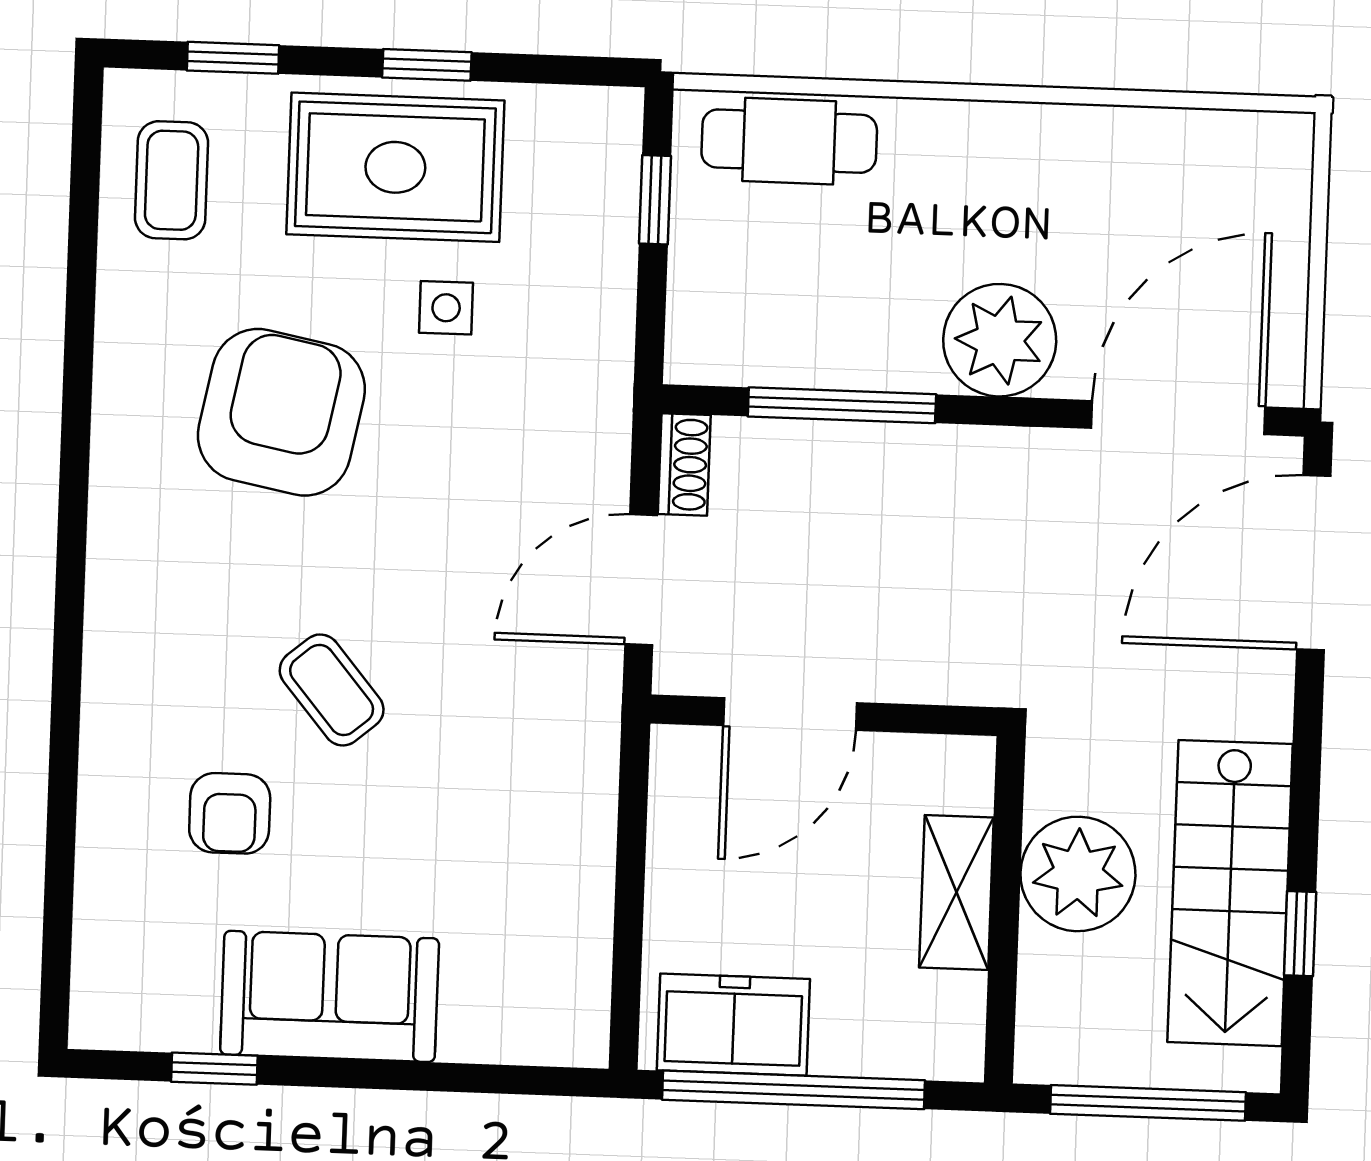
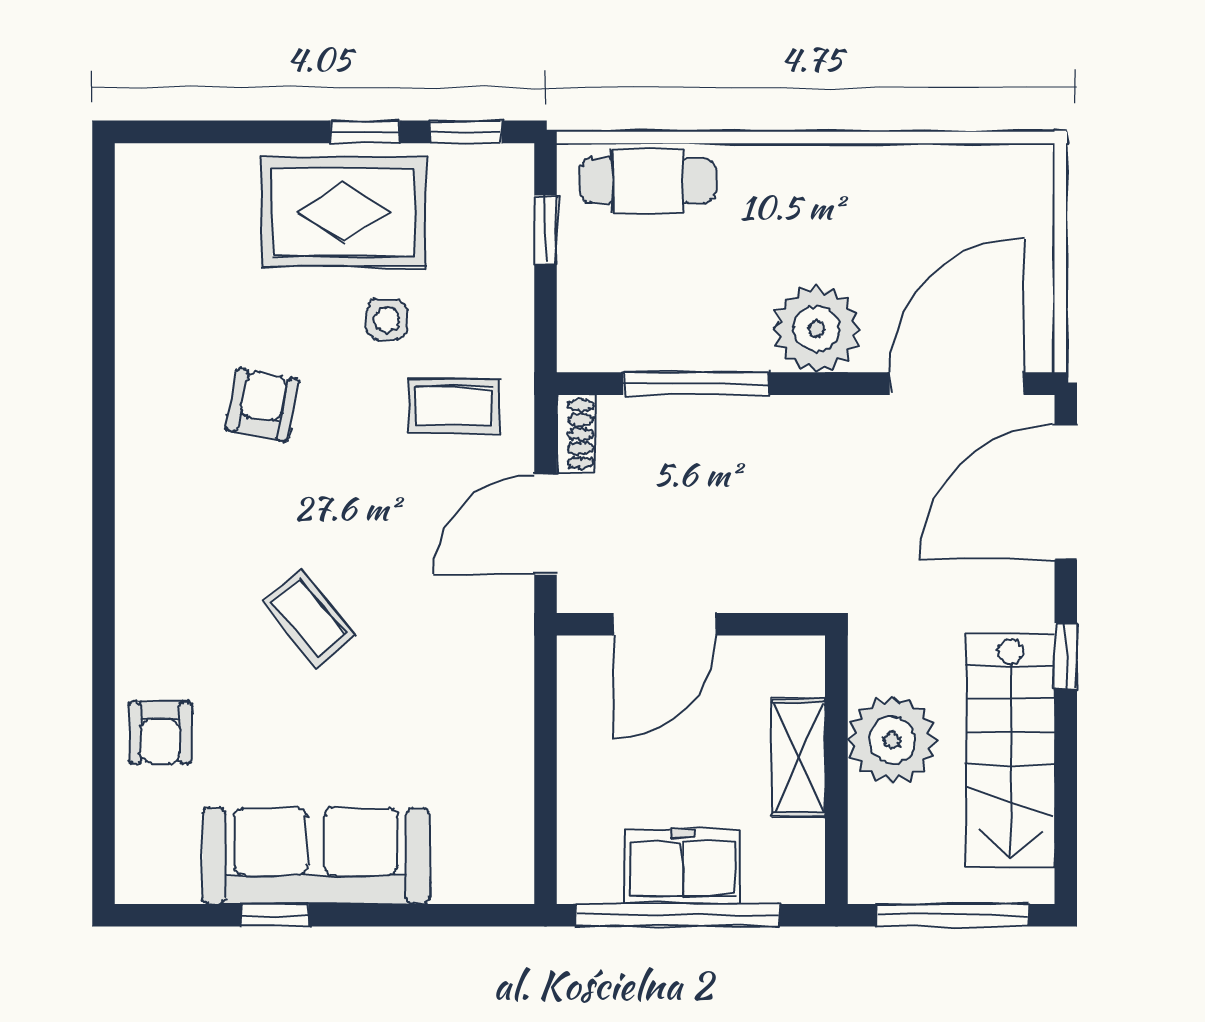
window: (233, 58) -> (466, 132), moved
coffee table: (172, 180) -> (454, 406), moved, turned 90
armchair: (281, 412) -> (262, 405), width x0.53, depth x0.53
armchair: (230, 813) -> (160, 733), moved
window: (1300, 934) -> (1066, 656), moved
sofa: (330, 996) -> (316, 856), width x1.36
freezer: (733, 1025) -> (682, 866), moved
window: (214, 1069) -> (275, 915), moved

